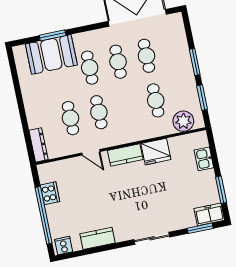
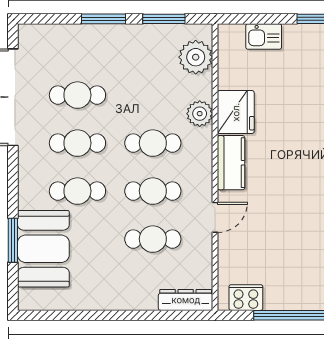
cafe table: (156, 100) -> (153, 143), moved
plant: (150, 130) -> (200, 114), added
cooker: (50, 193) -> (246, 298), moved

